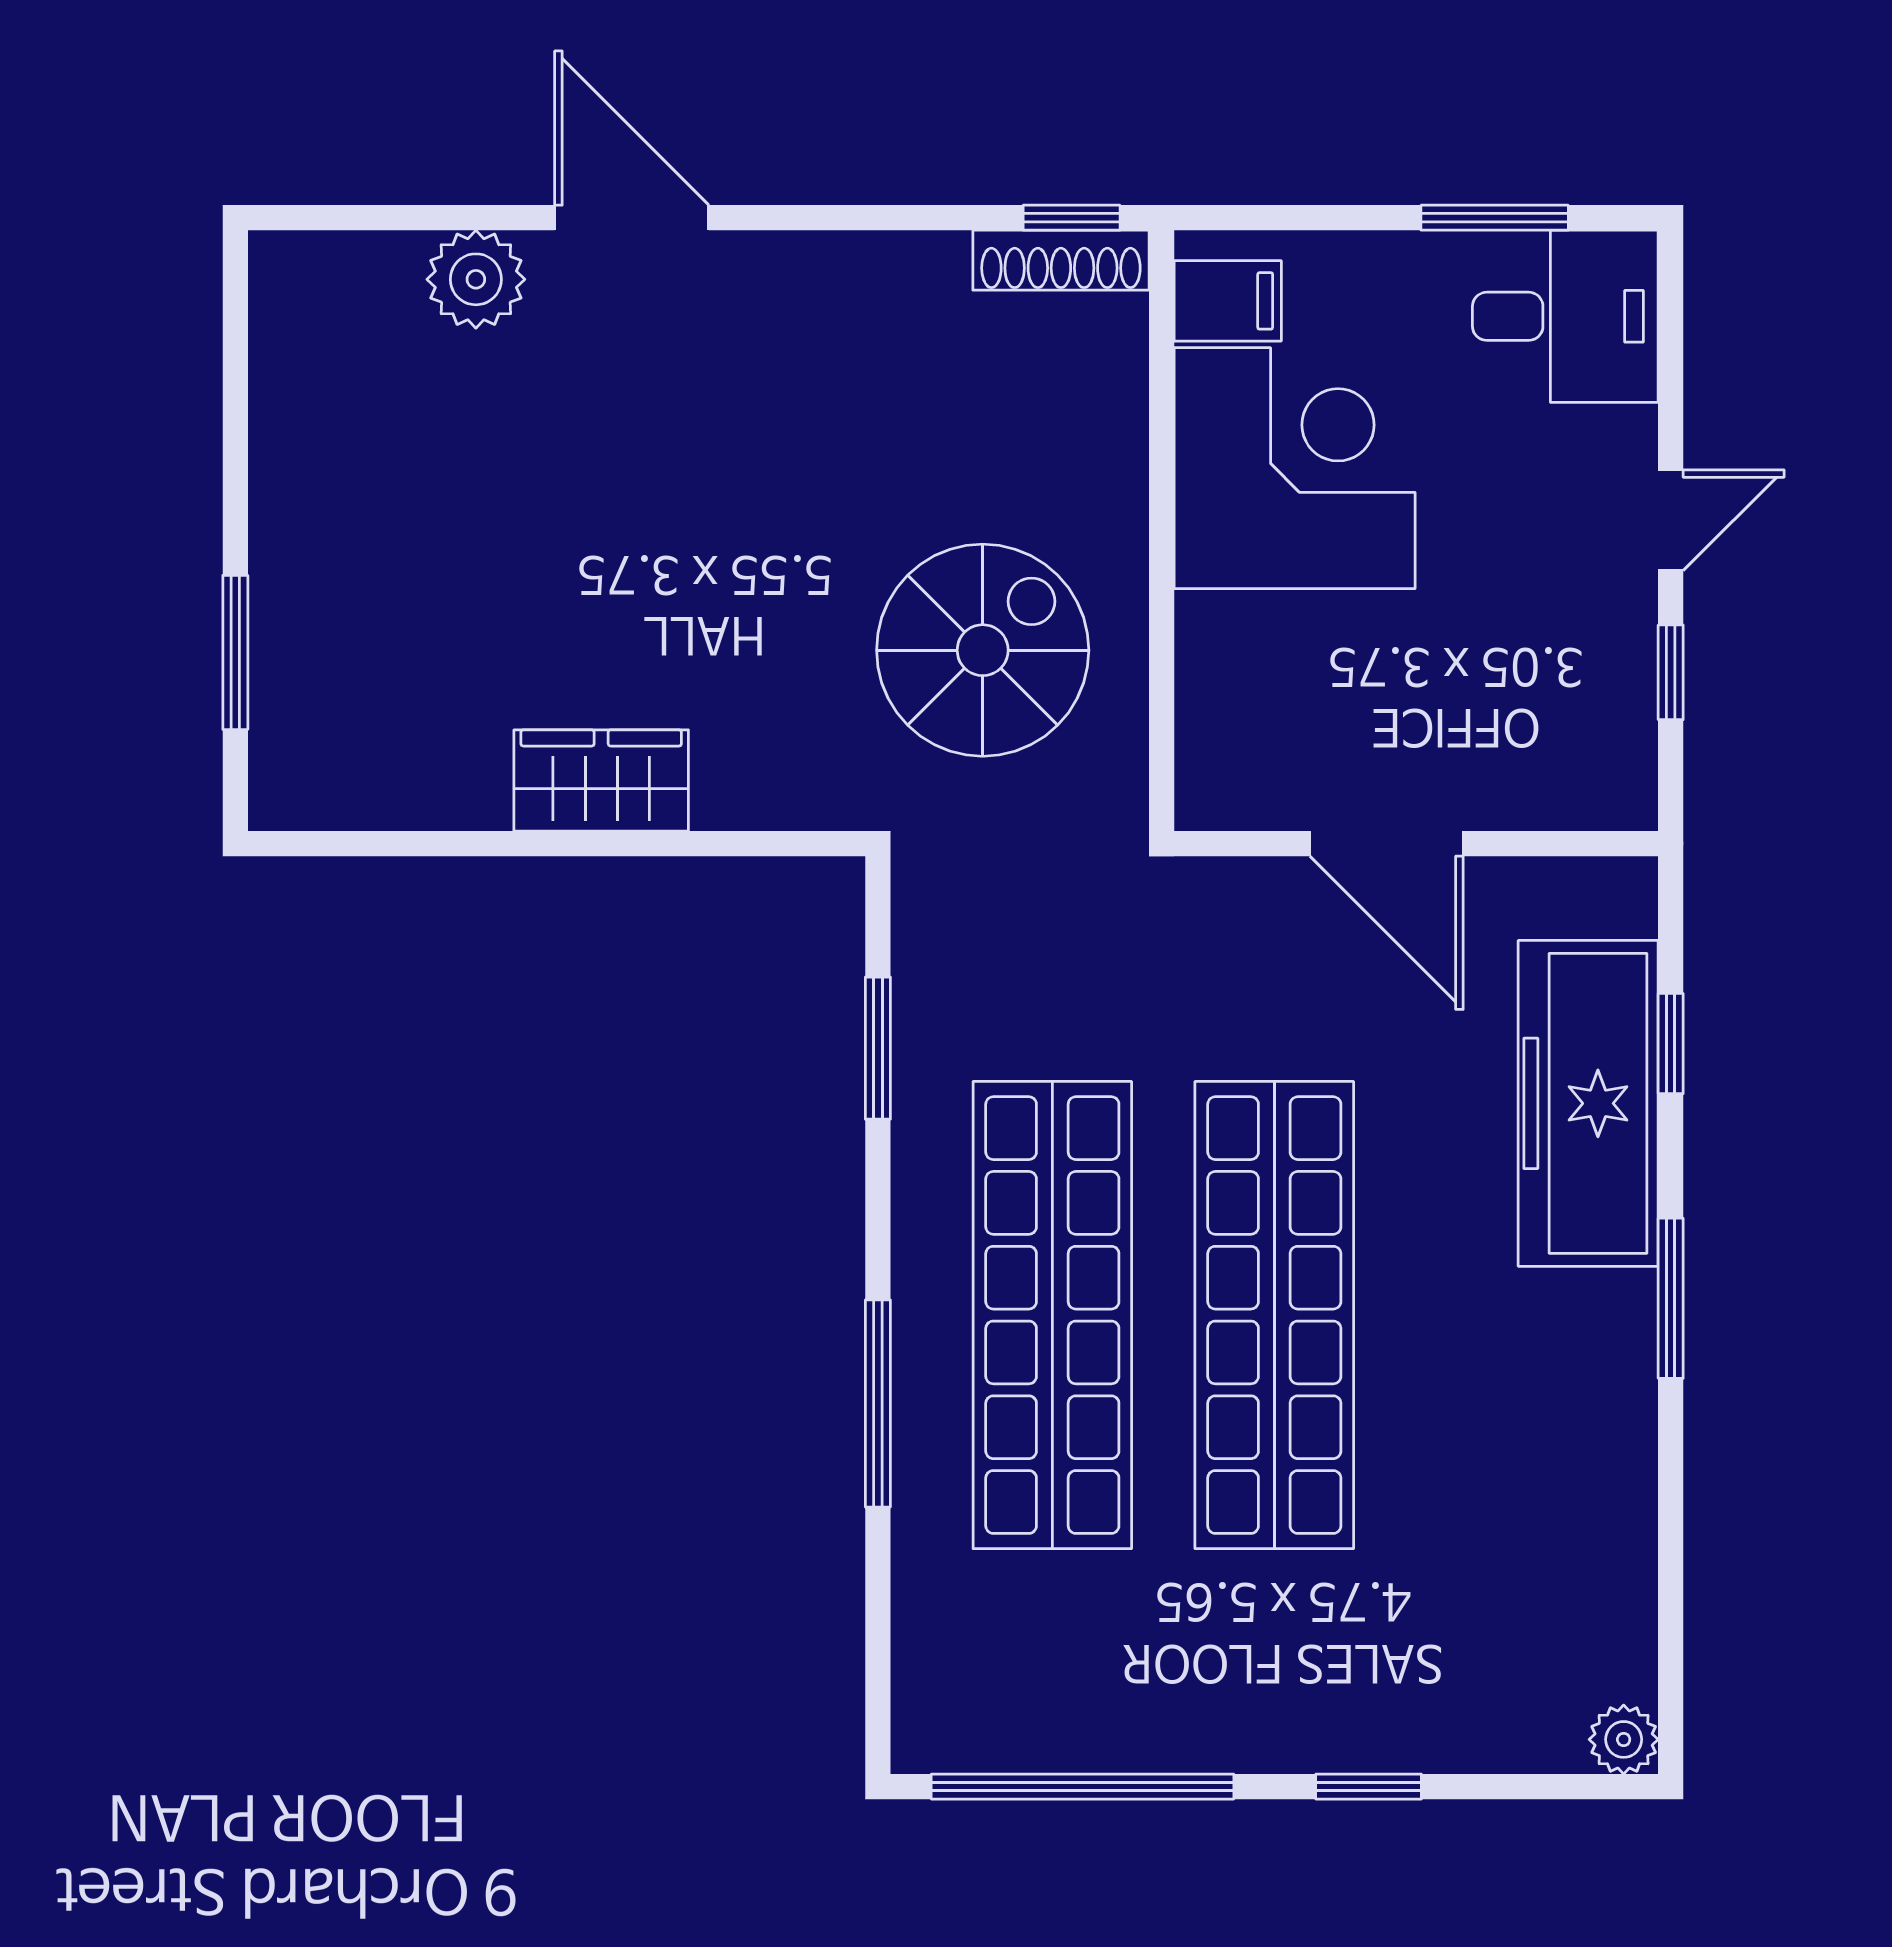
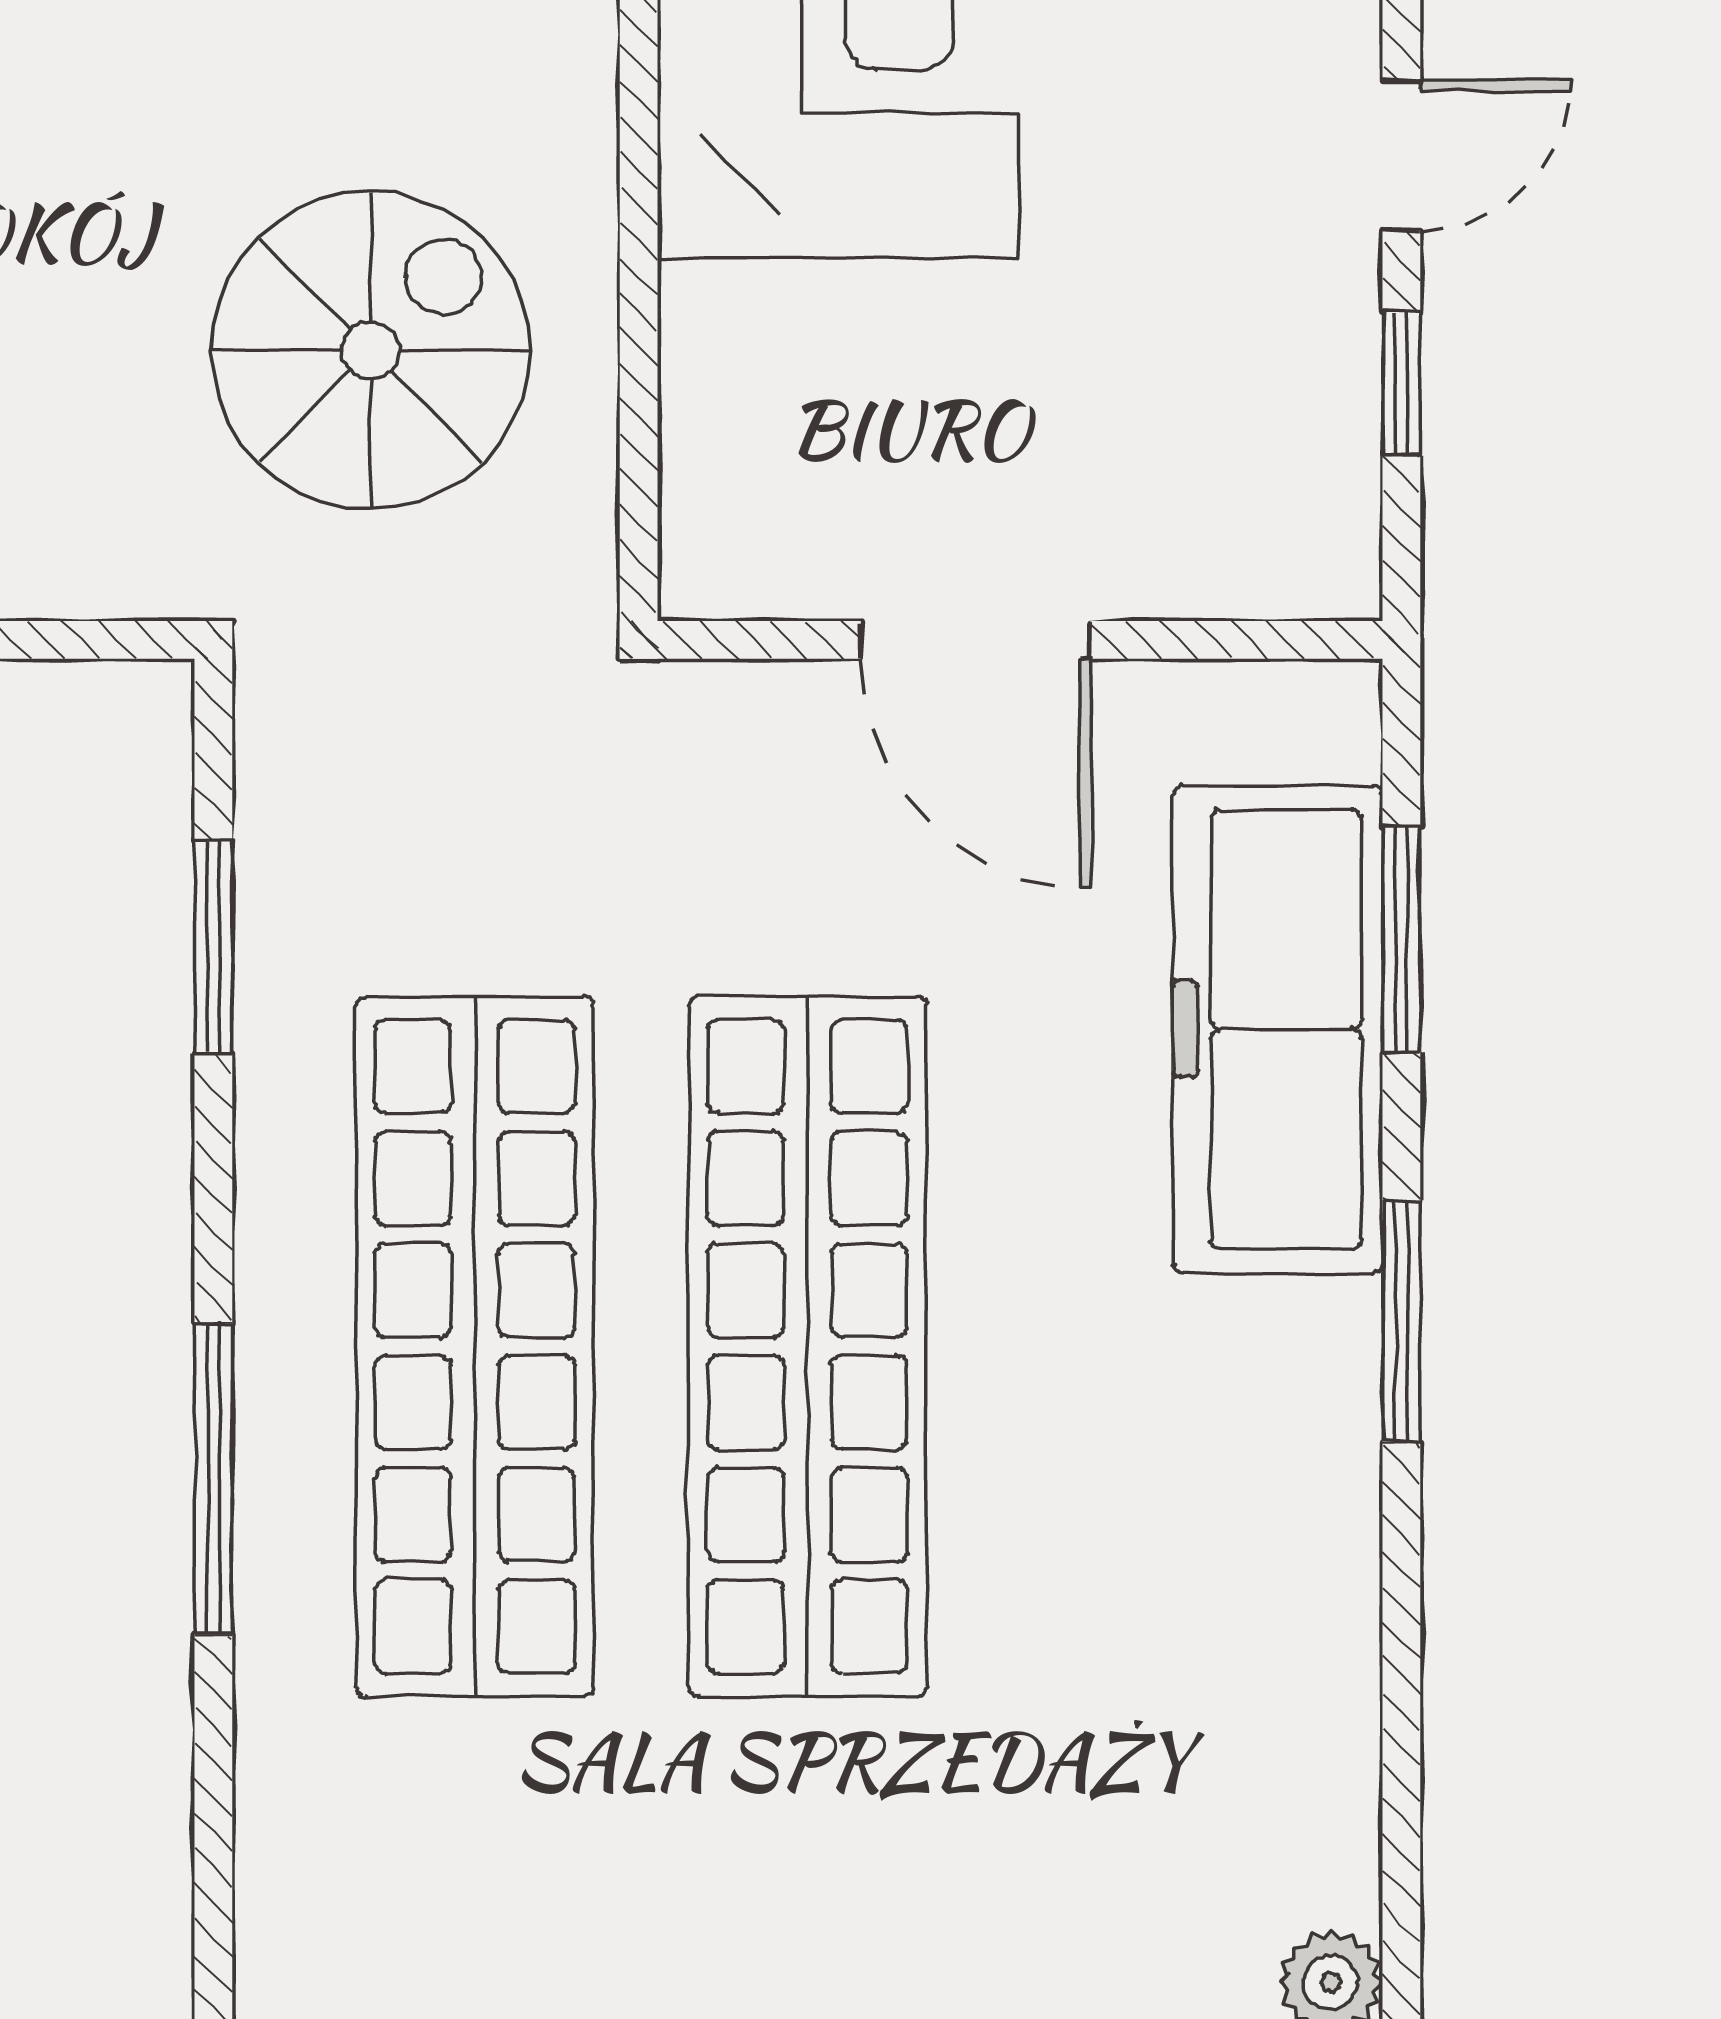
window: (1671, 1044) -> (1401, 940), width x1.50

